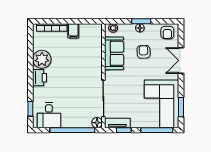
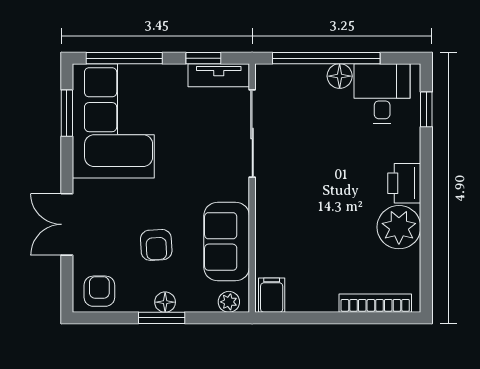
filing cabinet: (73, 31) -> (272, 295), moved
double door: (181, 60) -> (67, 224), swing flipped
floor lamp: (97, 123) -> (340, 76), moved

